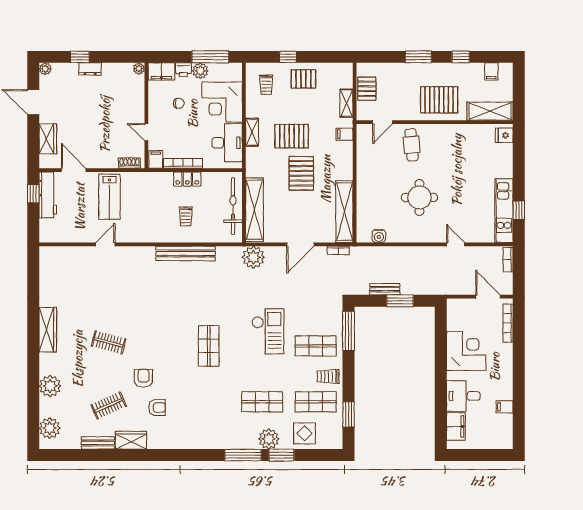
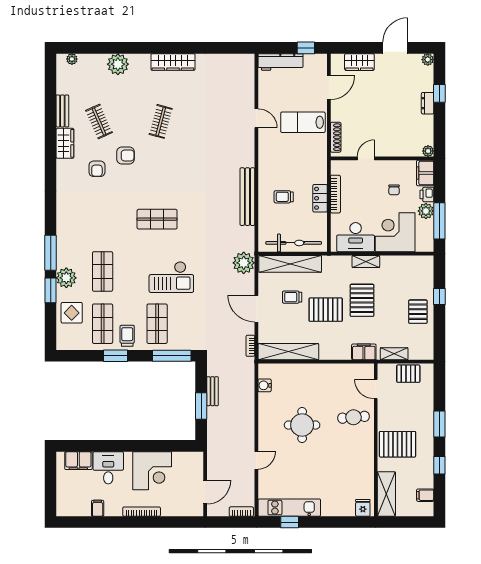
trolley: (266, 85) -> (292, 297), moved
pallet: (439, 100) -> (398, 444), turned 90
filing cabinet: (345, 134) -> (364, 352), width x2.00
filing cabinet: (156, 159) -> (339, 167), removed
shoe rack: (129, 163) -> (336, 137), width x1.43
workbench: (48, 195) -> (280, 62), moved
bookcase: (508, 323) -> (142, 512), moved
window: (348, 414) -> (116, 356), moved
plant: (50, 428) -> (72, 59), width x0.53, depth x0.53

